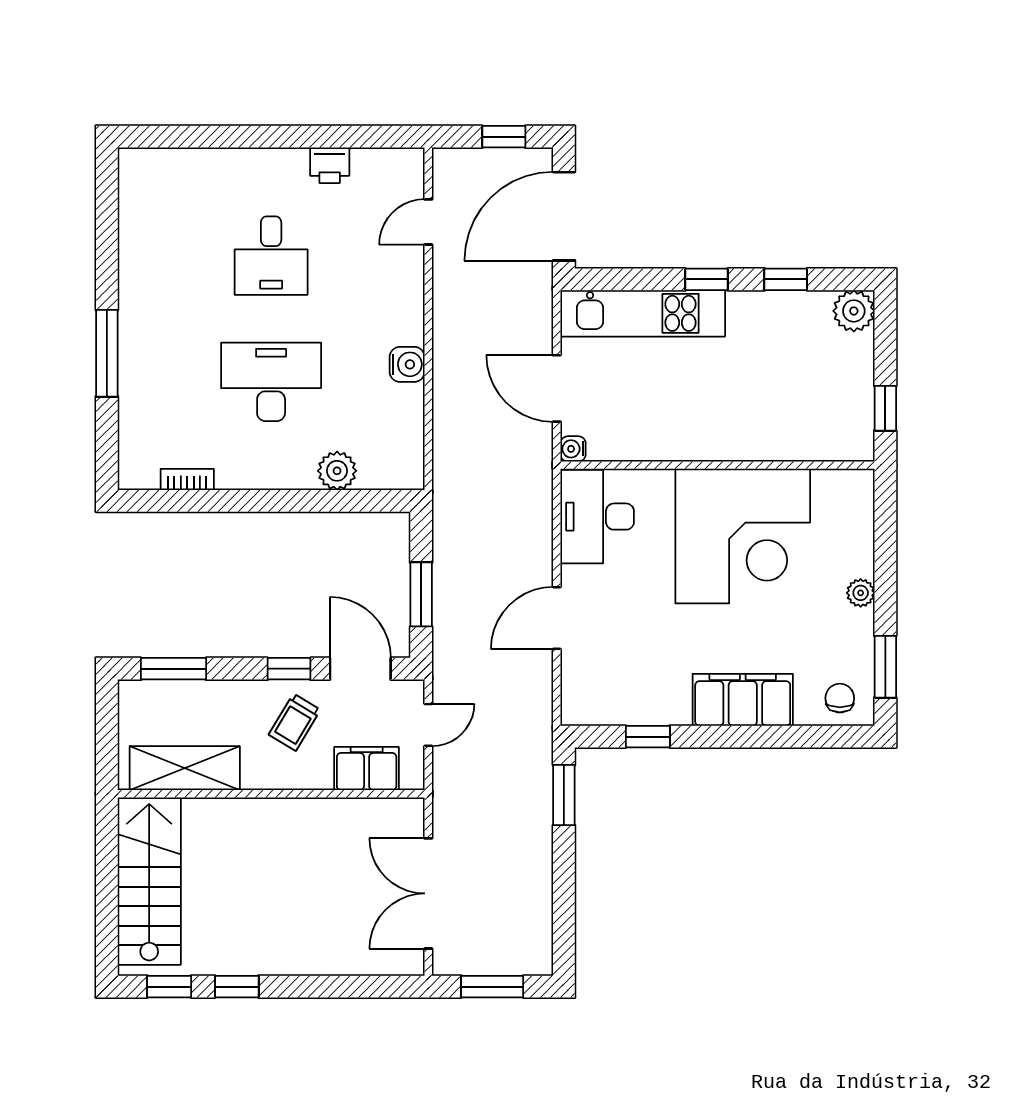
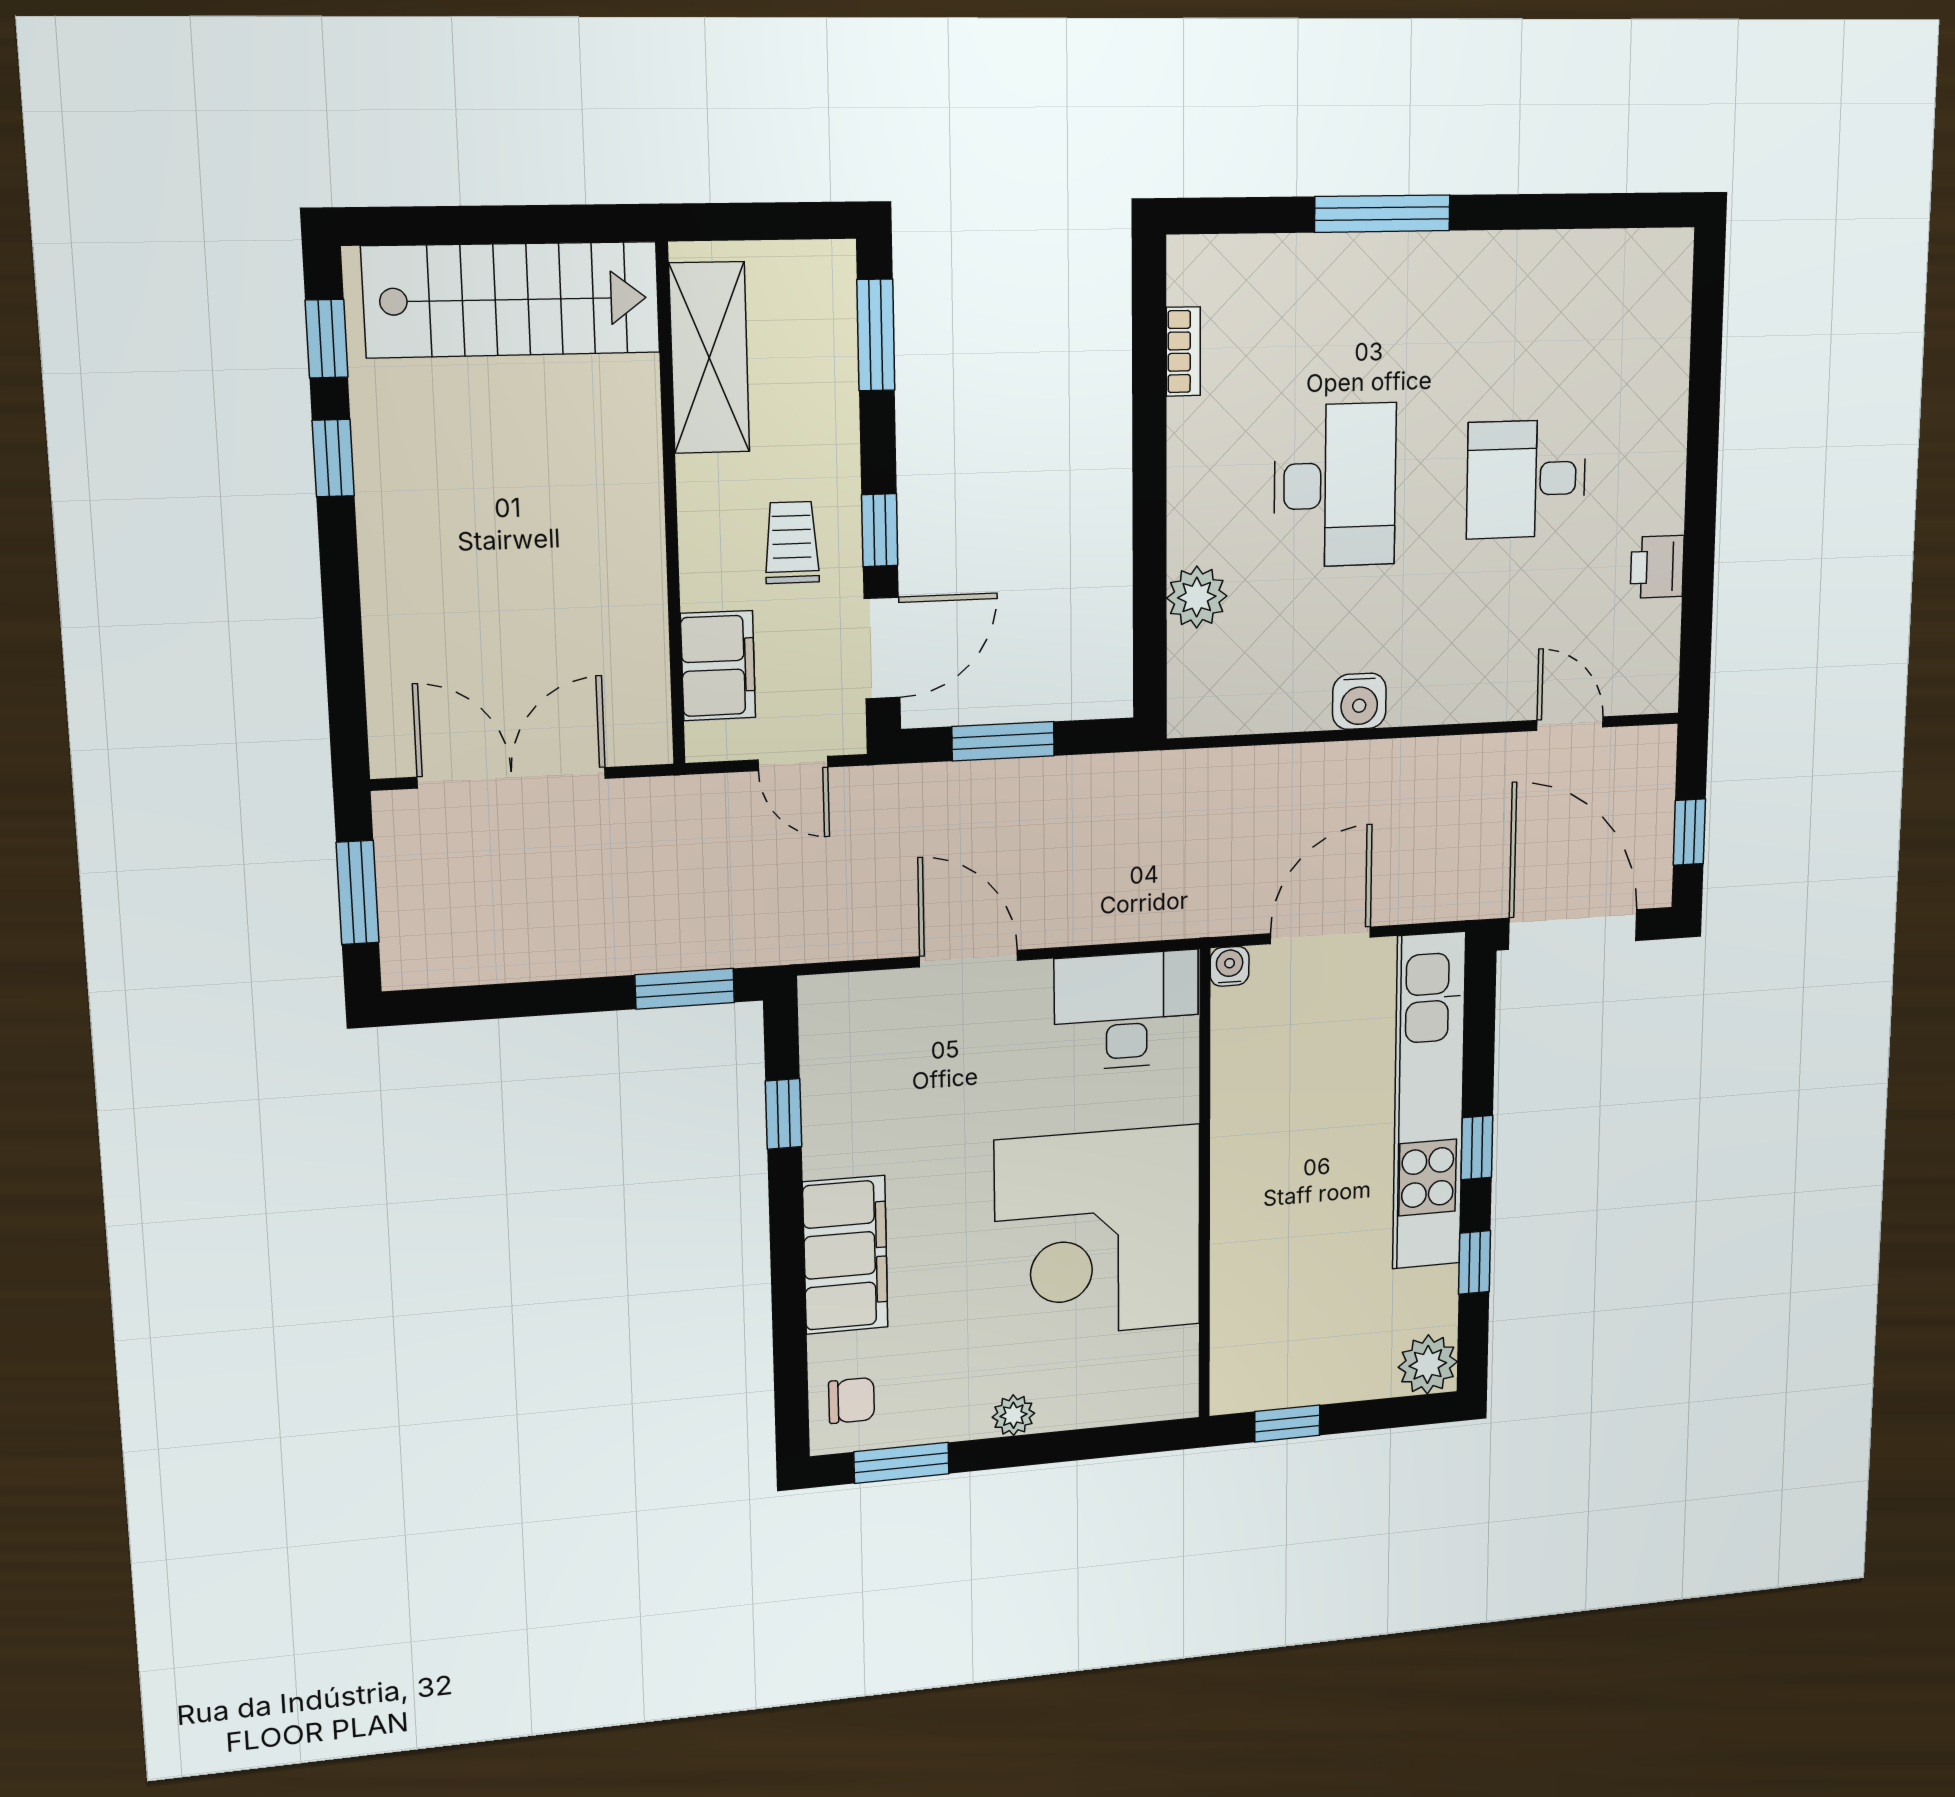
kitchen unit: (643, 313) -> (1429, 1101), width x1.36
trolley: (295, 722) -> (792, 543), turned 59

